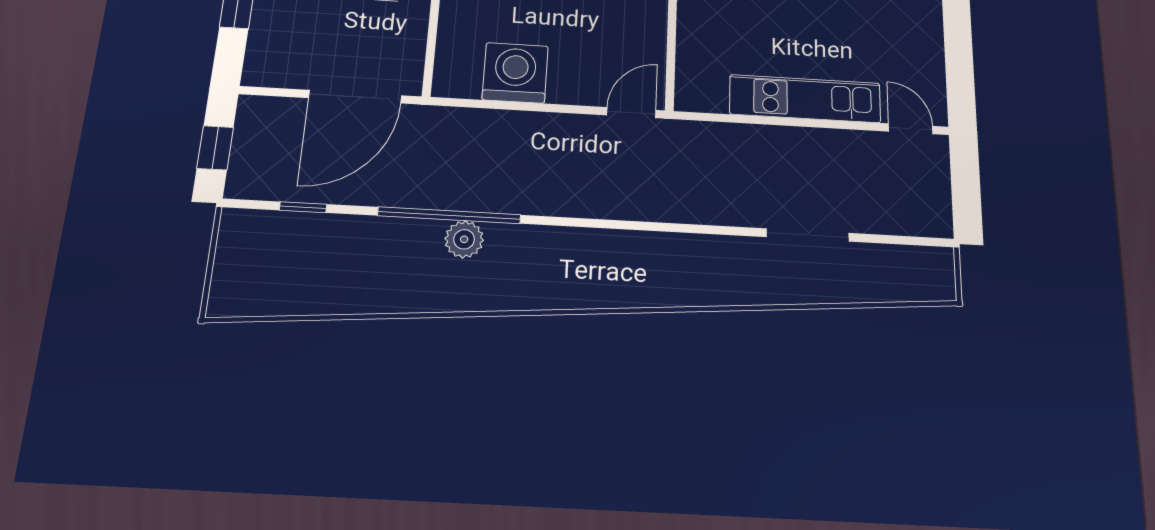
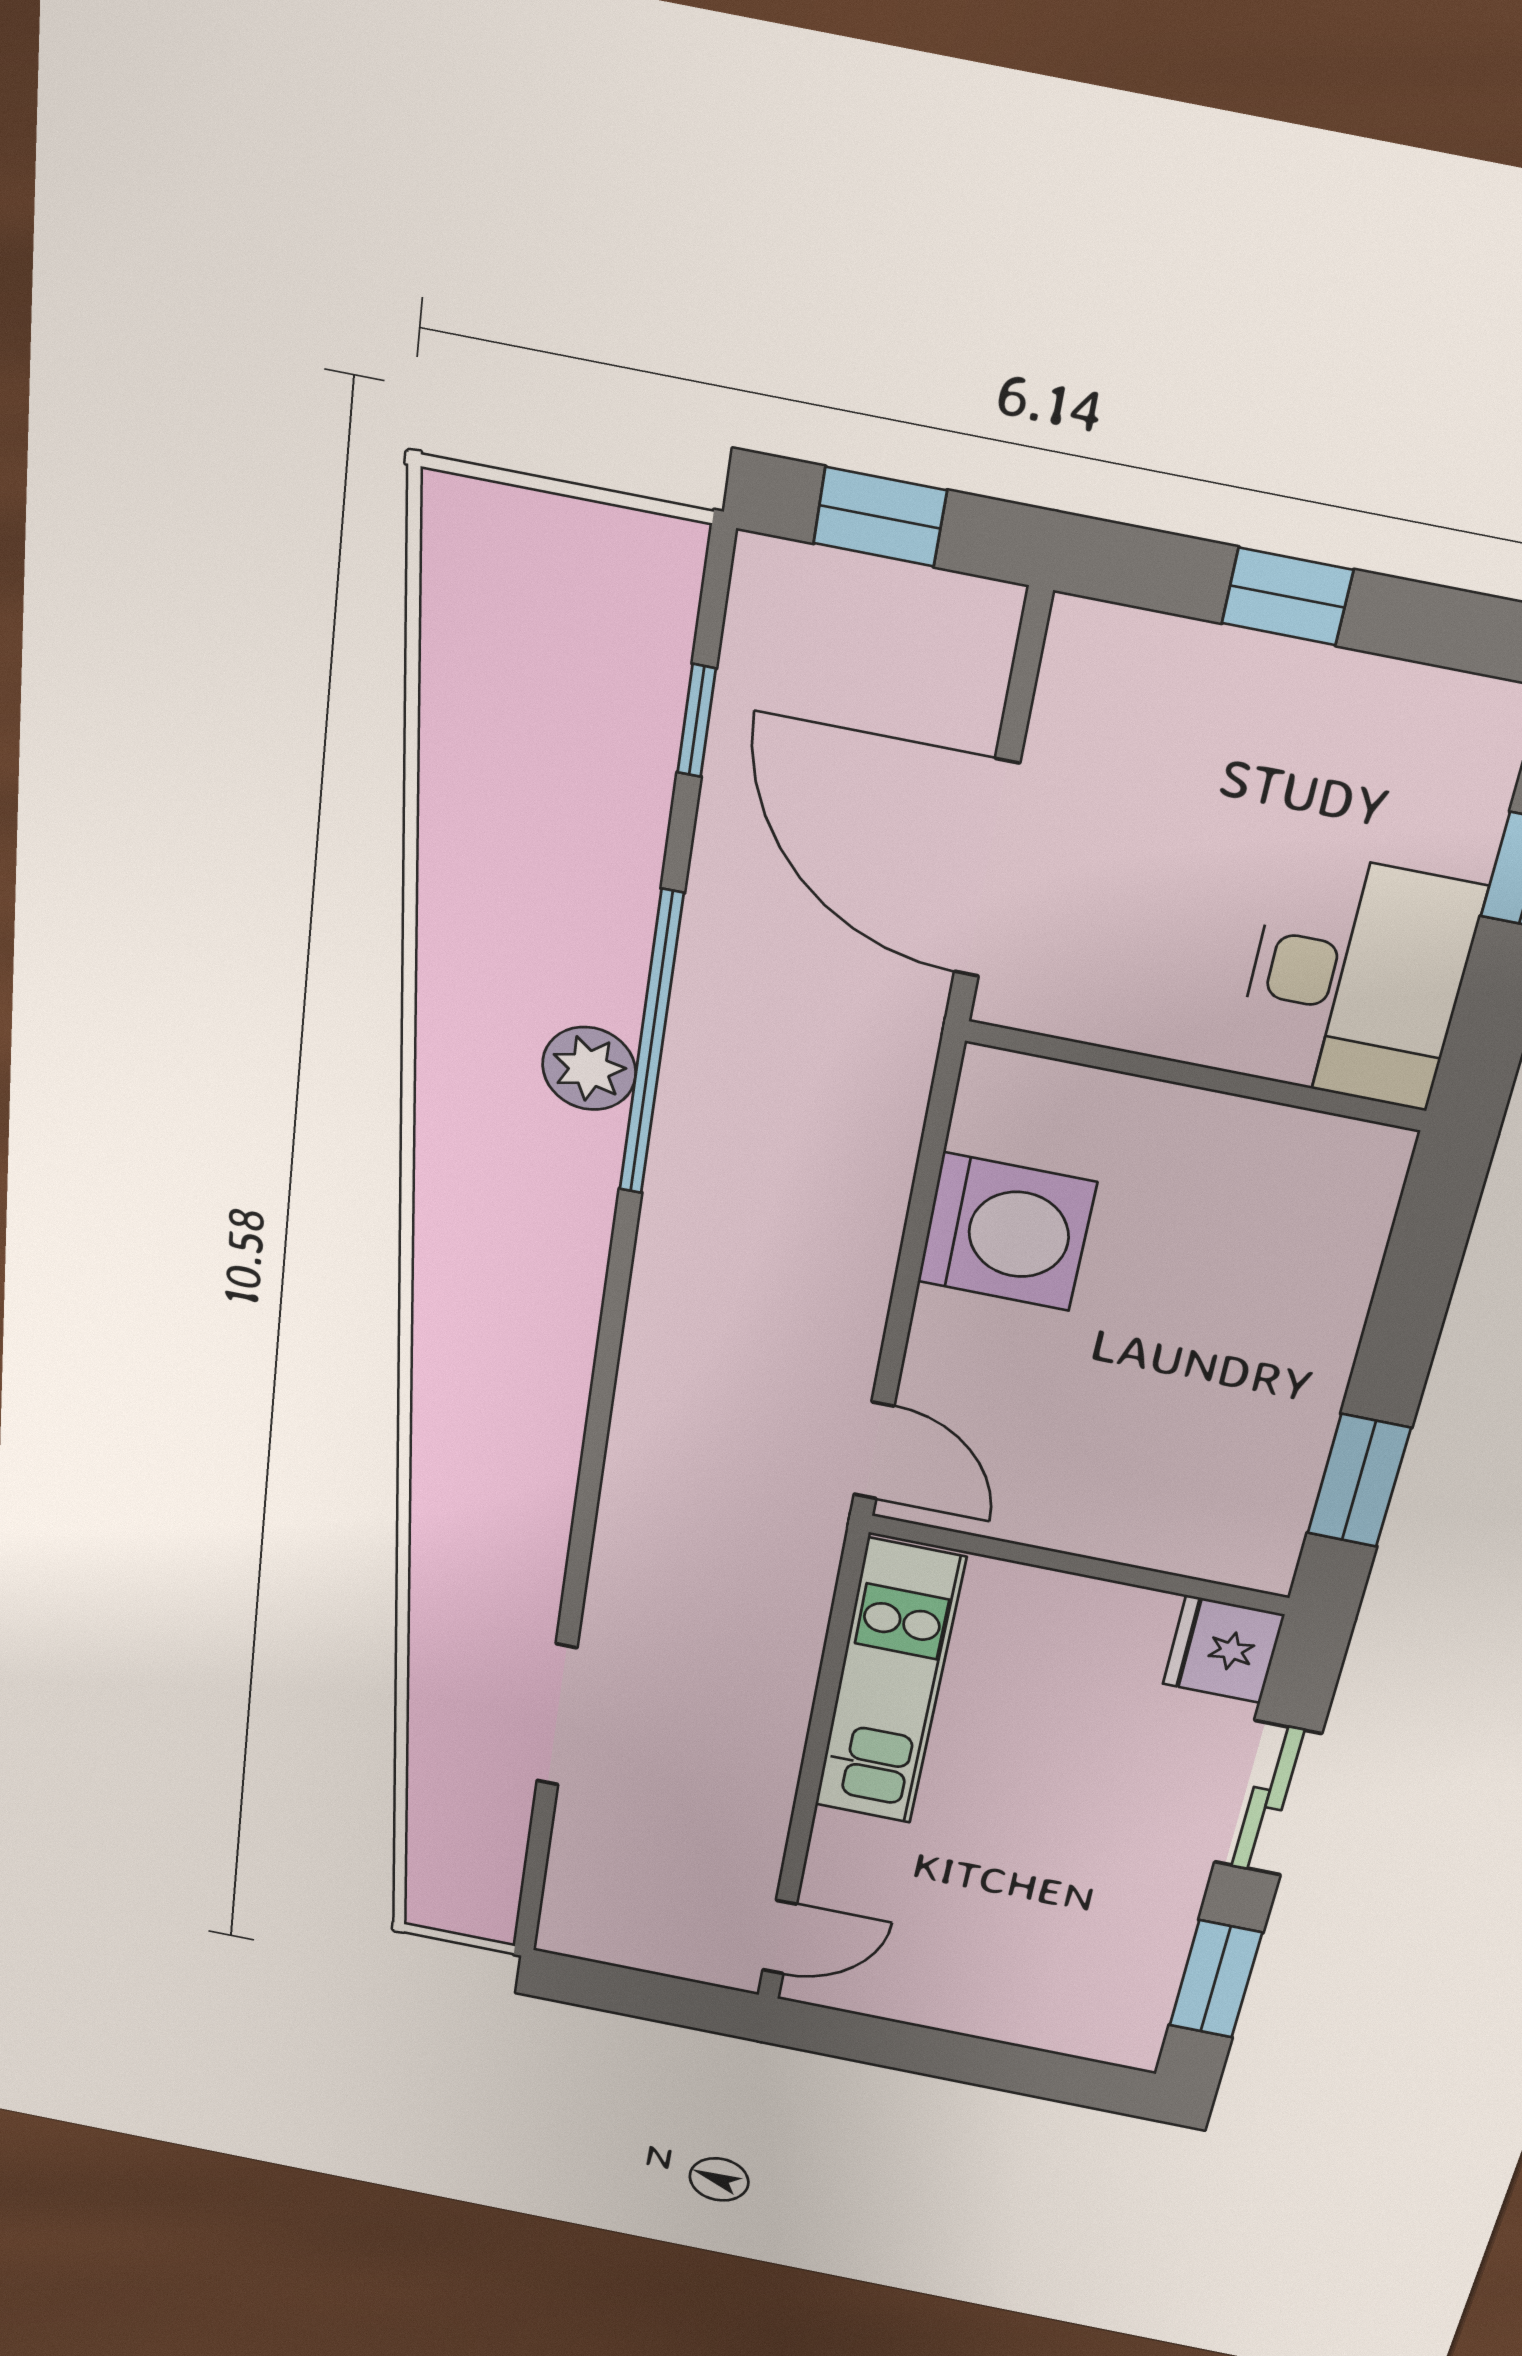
kitchen unit: (805, 99) -> (889, 1683), moved

